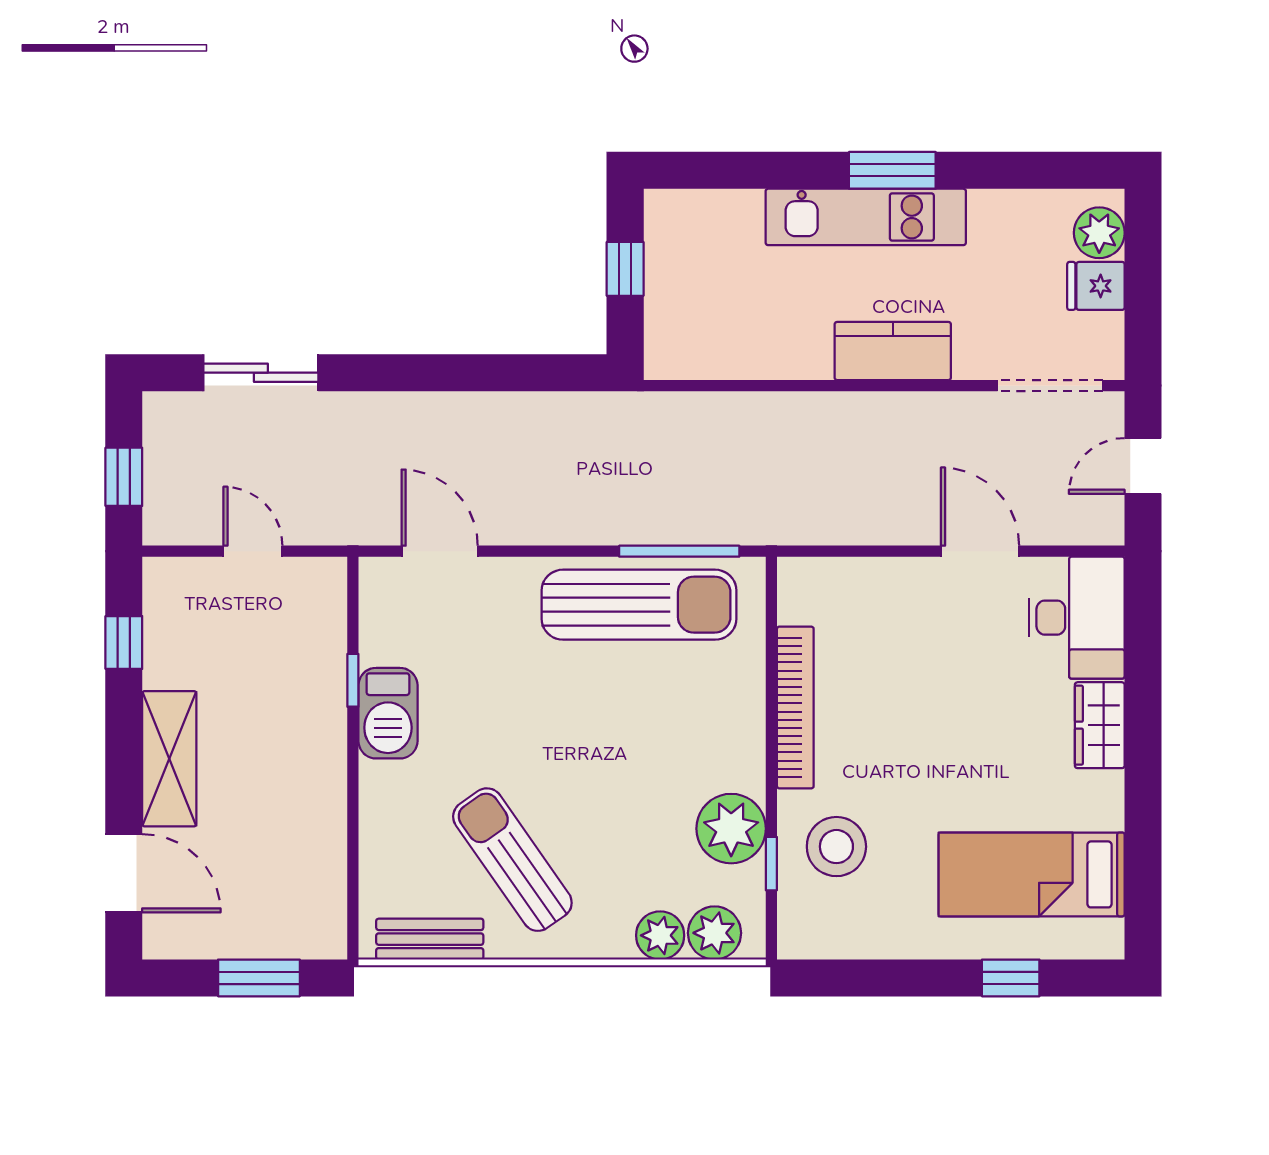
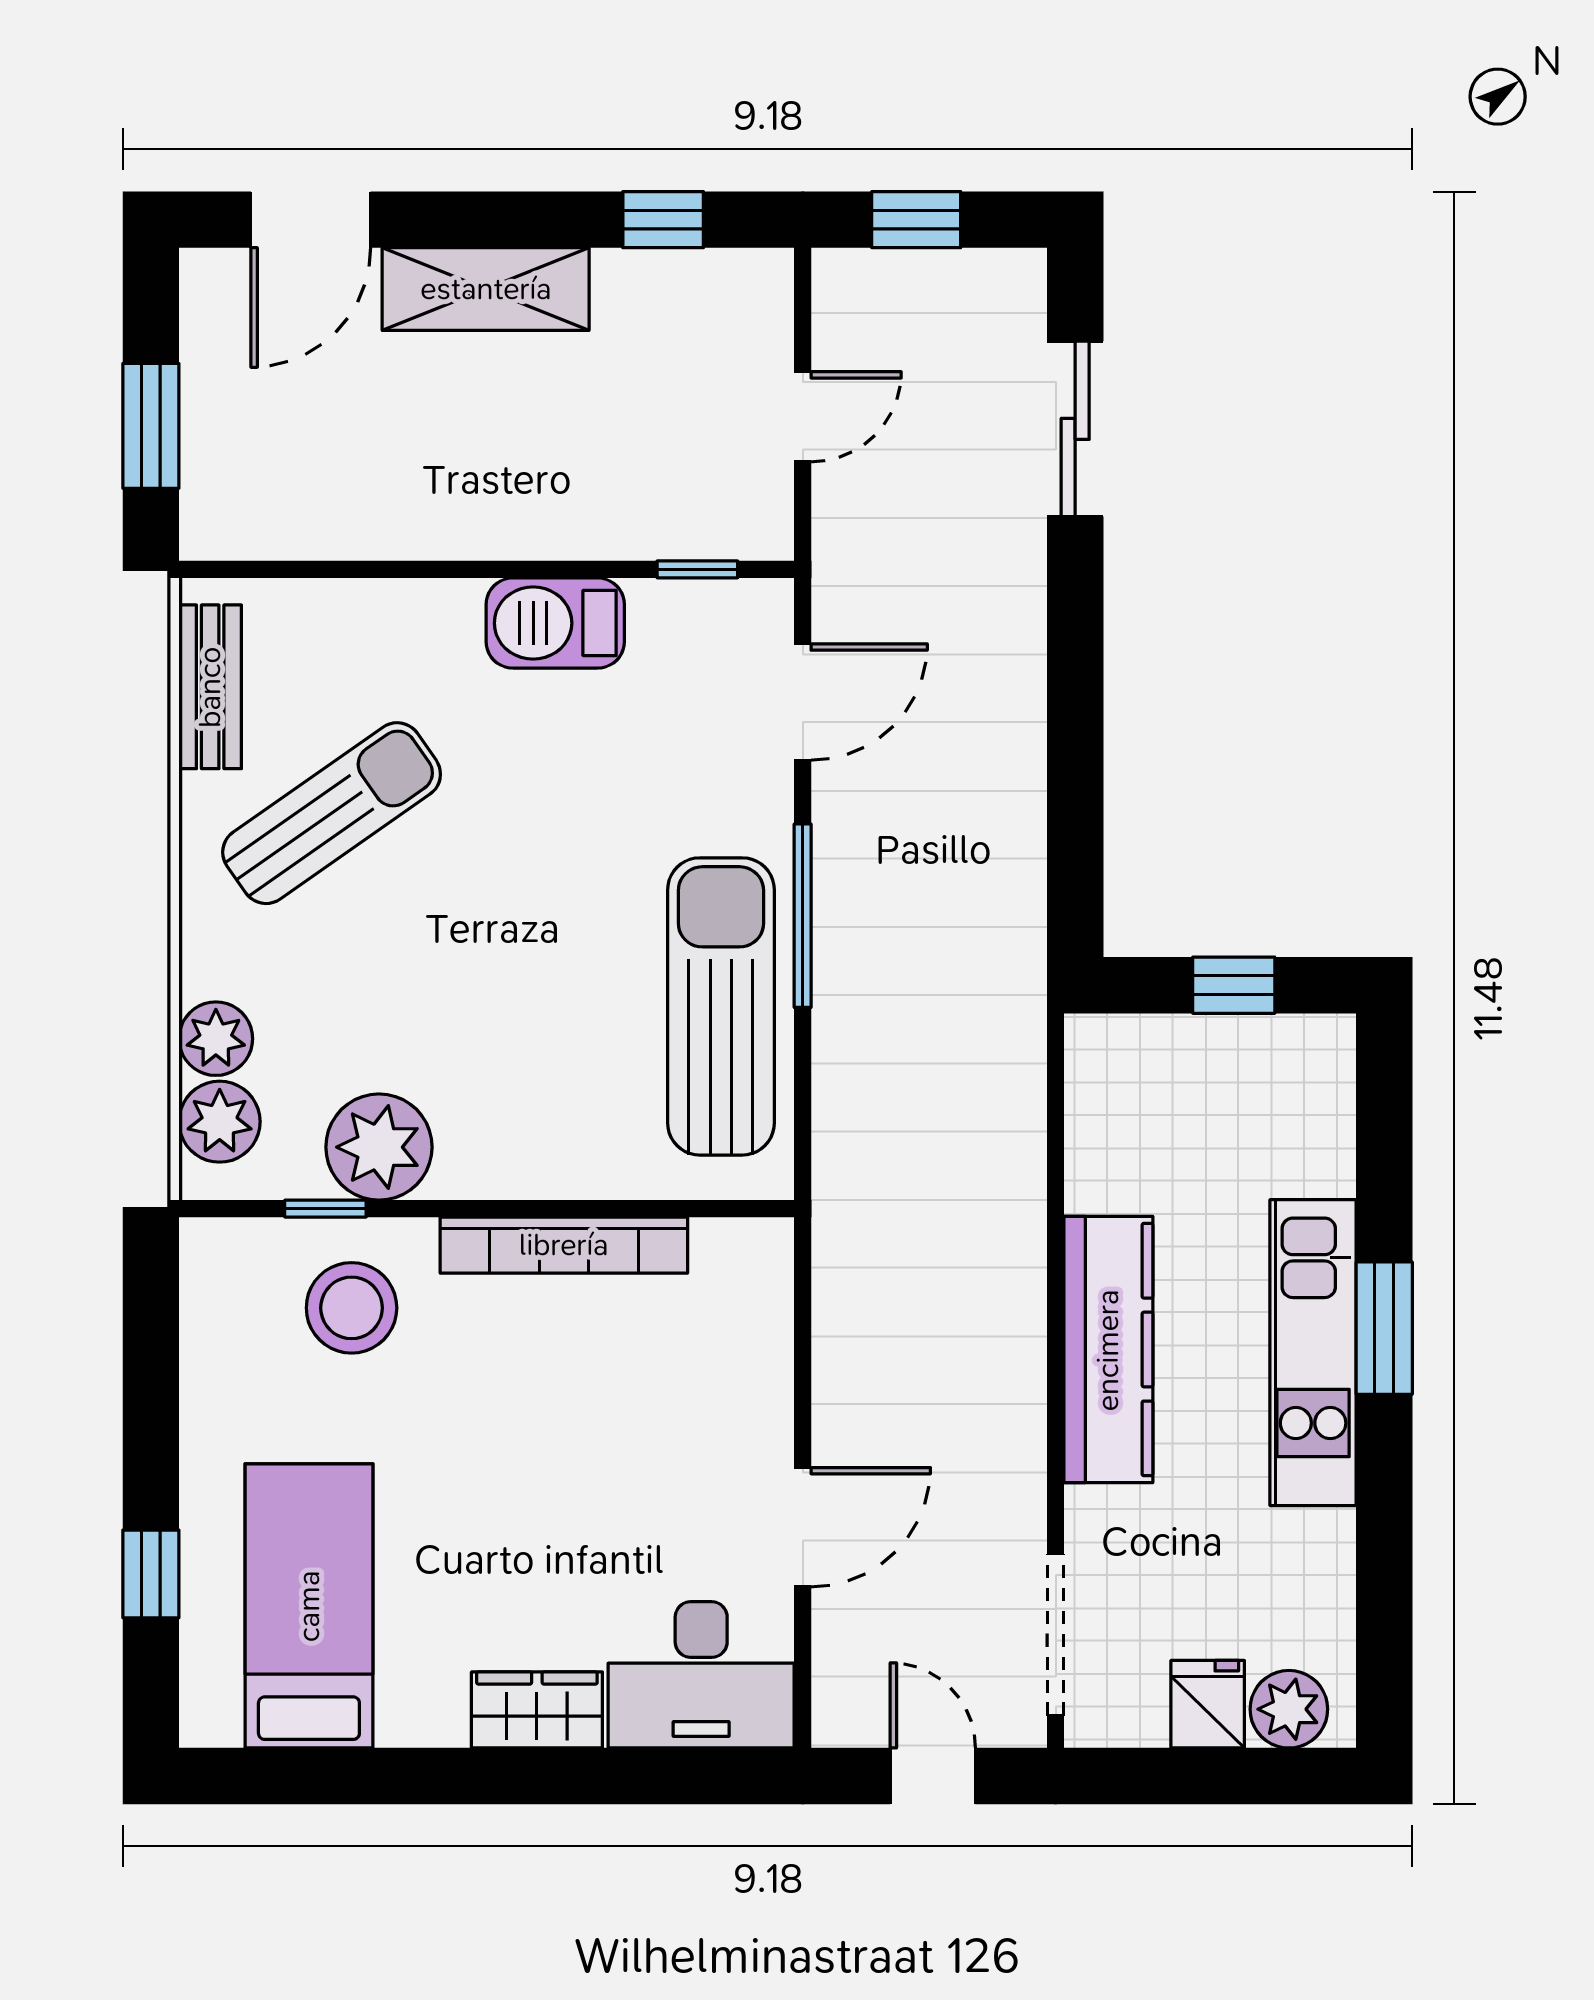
window: (892, 170) -> (1384, 1328), moved
kitchen counter: (893, 351) -> (1108, 1350), width x1.50
window: (679, 551) -> (803, 916), moved
sun lounger: (639, 605) -> (721, 1006), turned 180
window: (353, 680) -> (697, 569), moved

